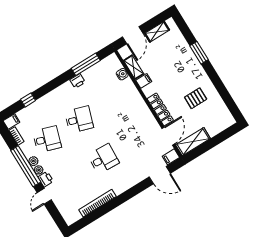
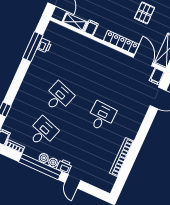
water cooler: (122, 74) -> (69, 34), removed
printer: (78, 81) -> (44, 46), moved

